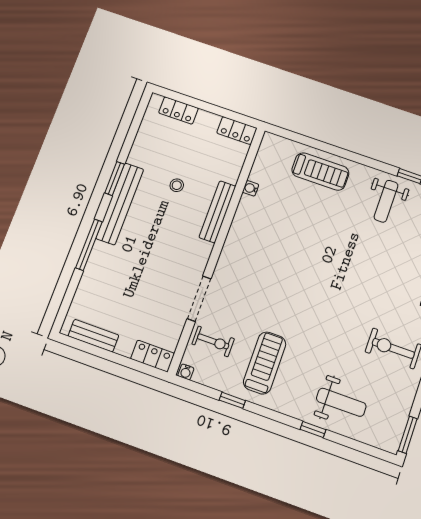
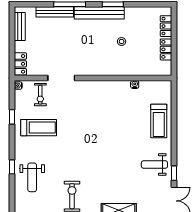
locker: (237, 131) -> (166, 49), moved
bench: (217, 212) -> (55, 12), moved

